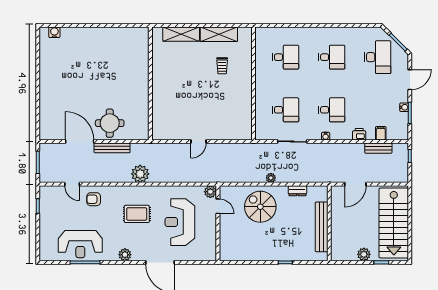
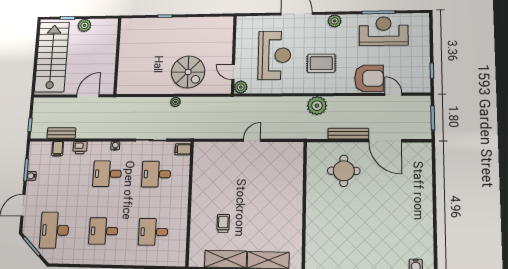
round table: (110, 123) -> (344, 171), moved
filing cabinet: (262, 133) -> (183, 149), added
dresser: (297, 191) -> (148, 89), removed
armchair: (94, 199) -> (369, 78), width x1.88, depth x1.88
bench: (322, 227) -> (125, 52), removed

